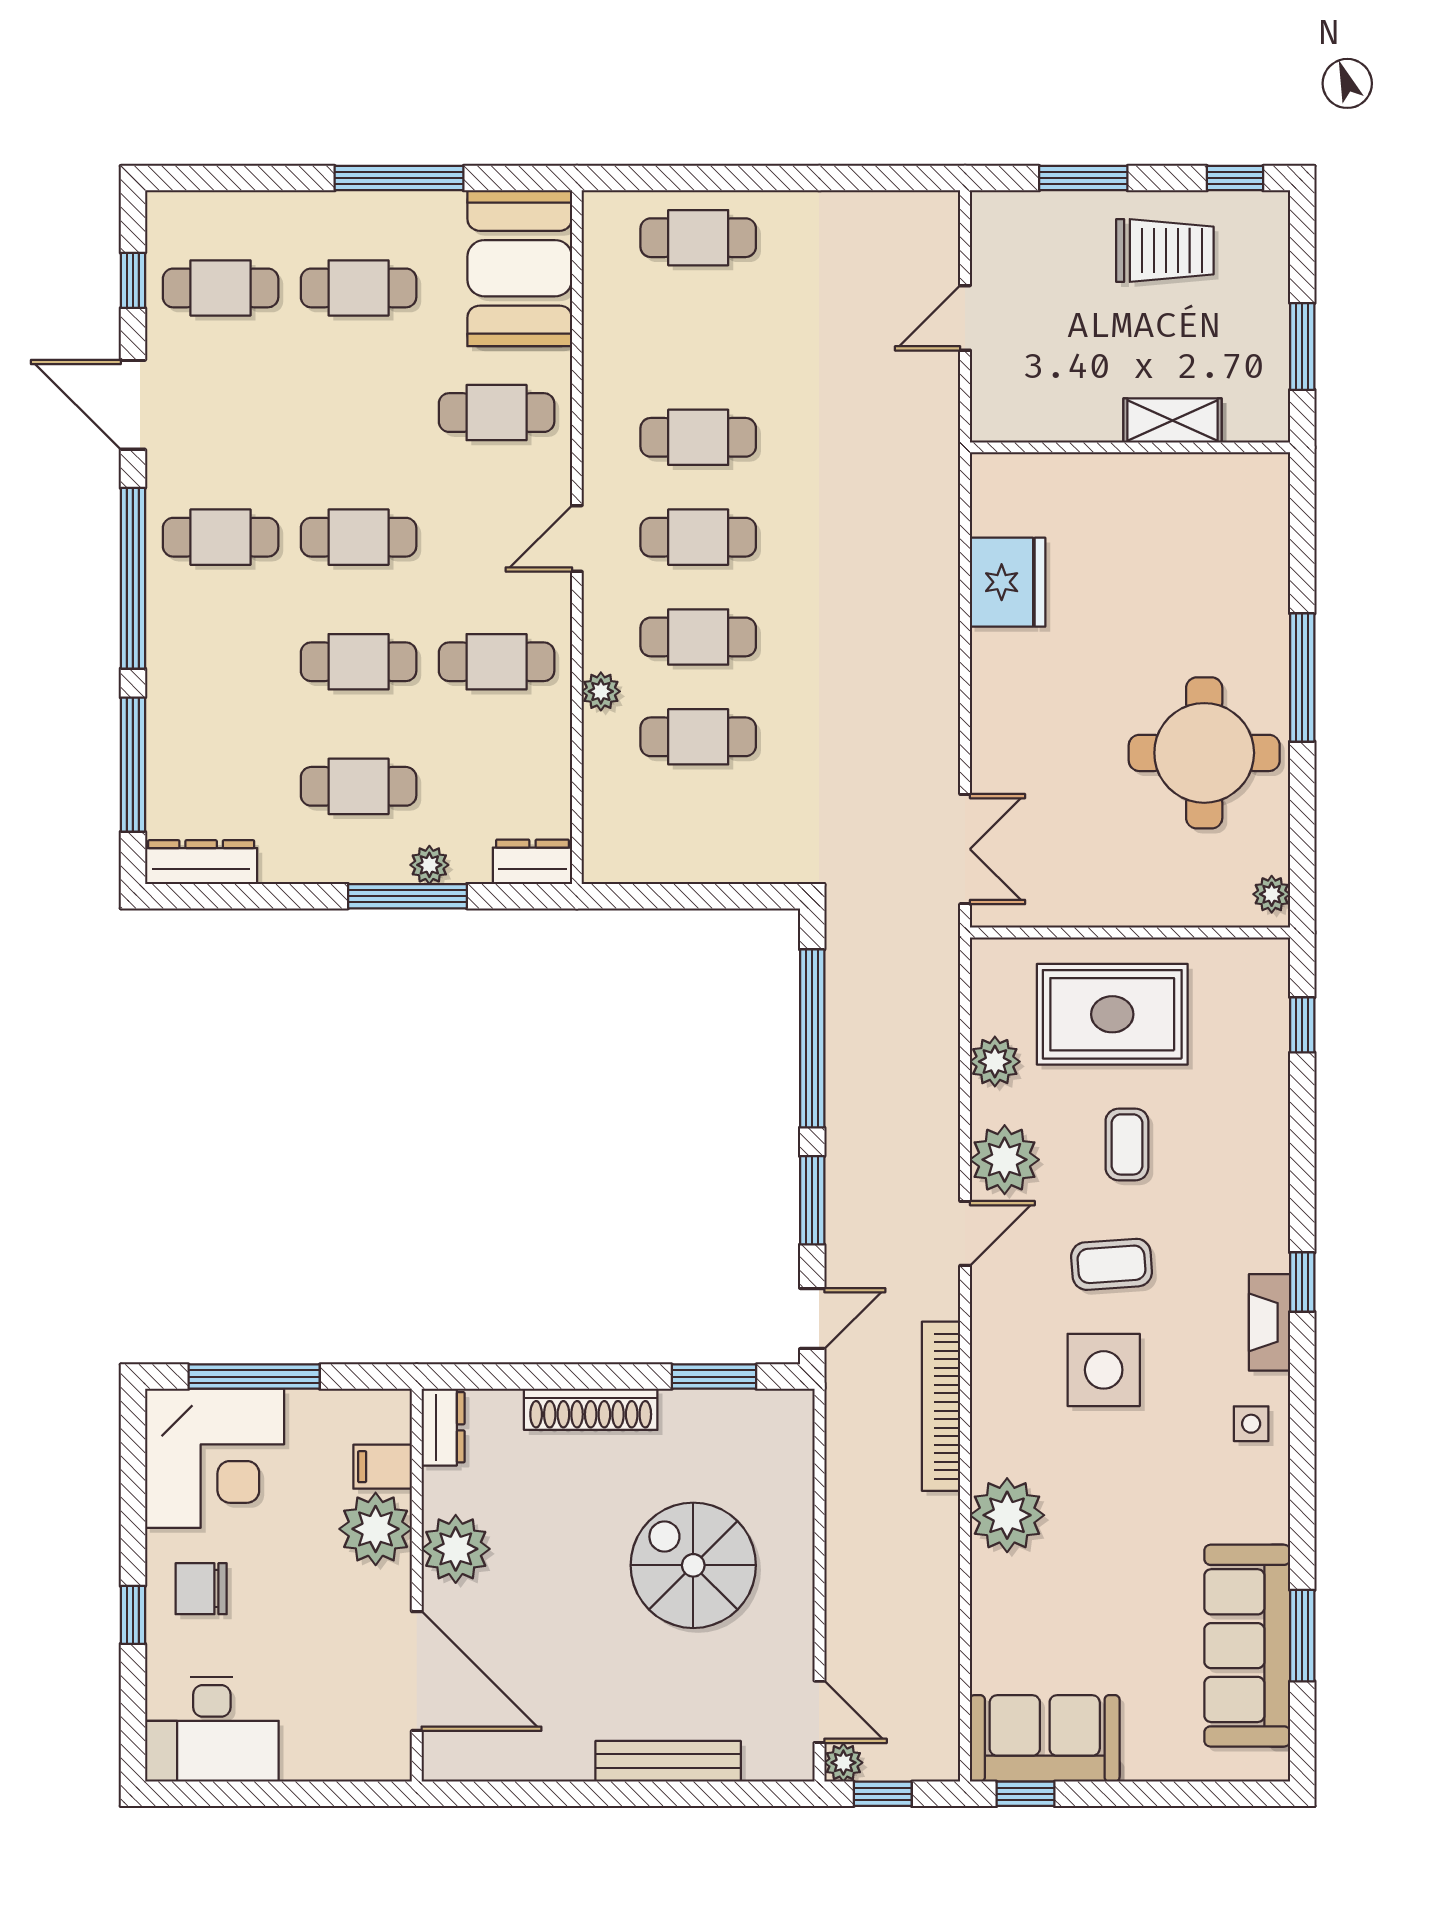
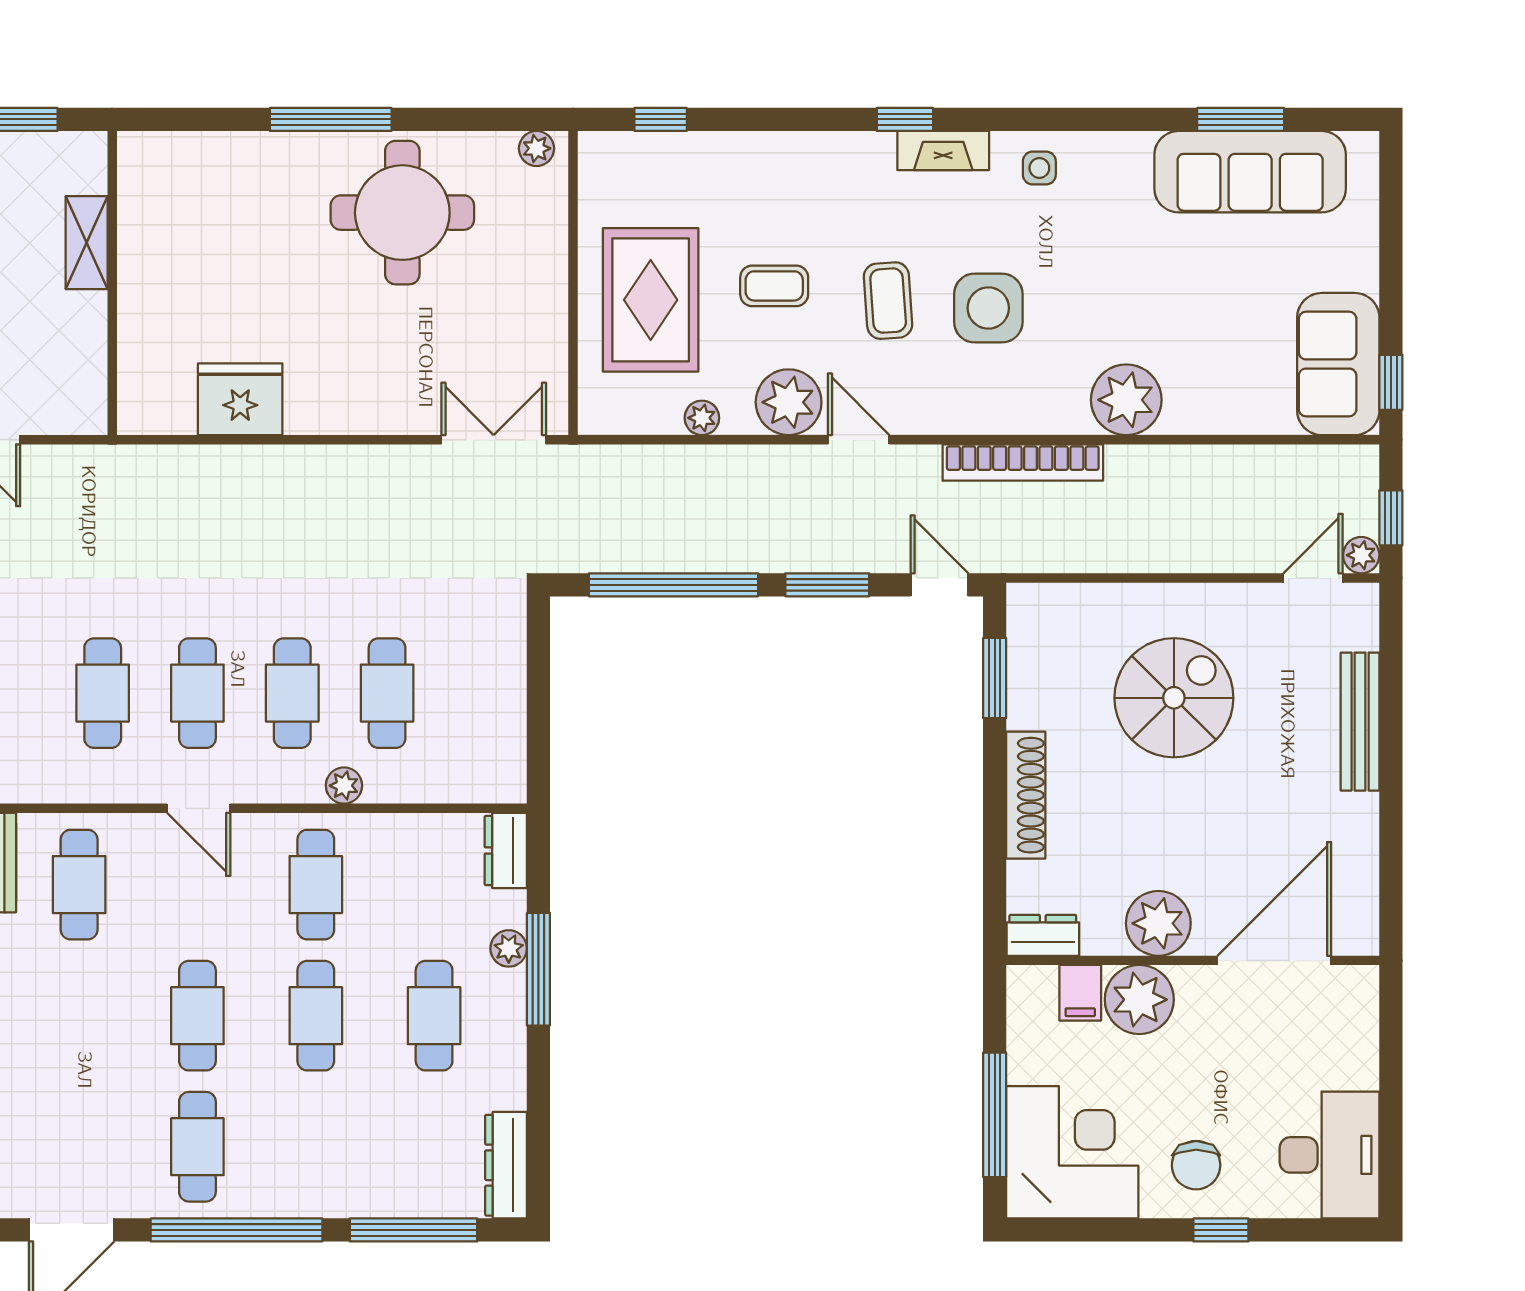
plant: (995, 1062) -> (702, 418), width x0.73, depth x0.73
spiral stairs: (693, 1565) -> (1174, 698), turned 180

